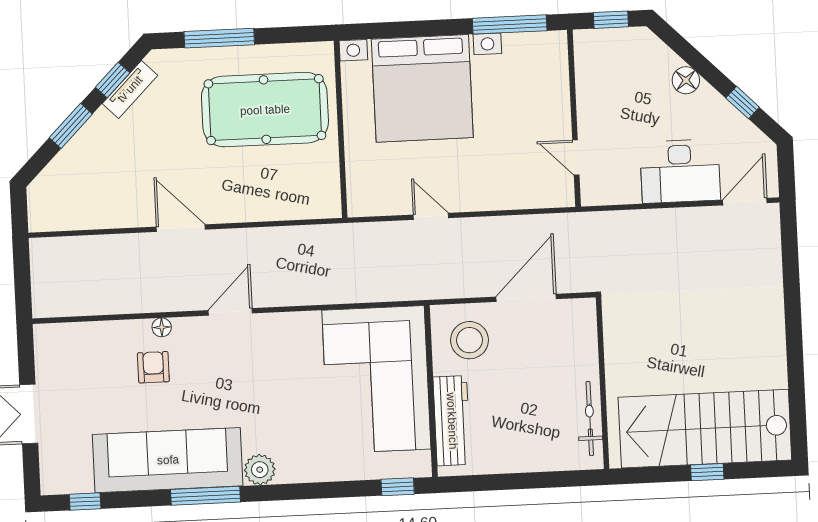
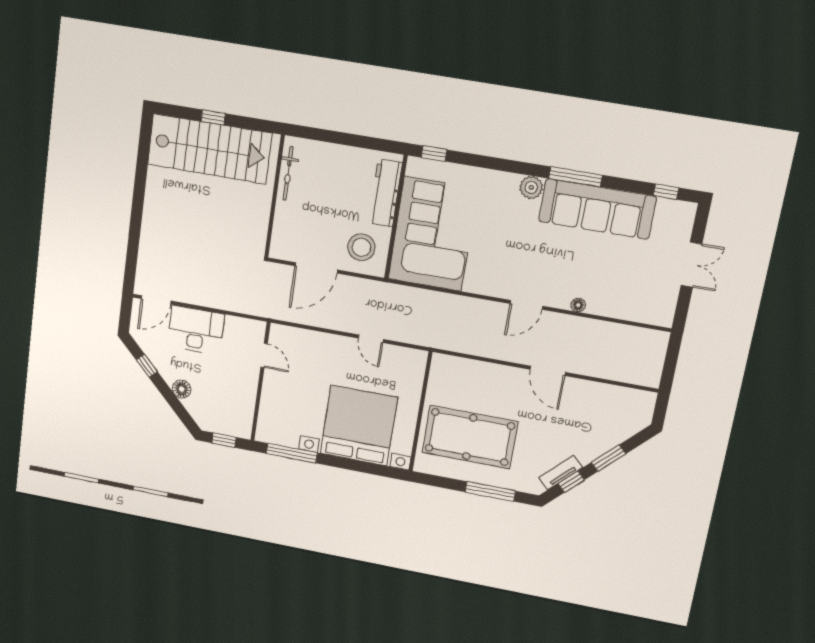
armchair: (153, 367) -> (591, 278), removed

